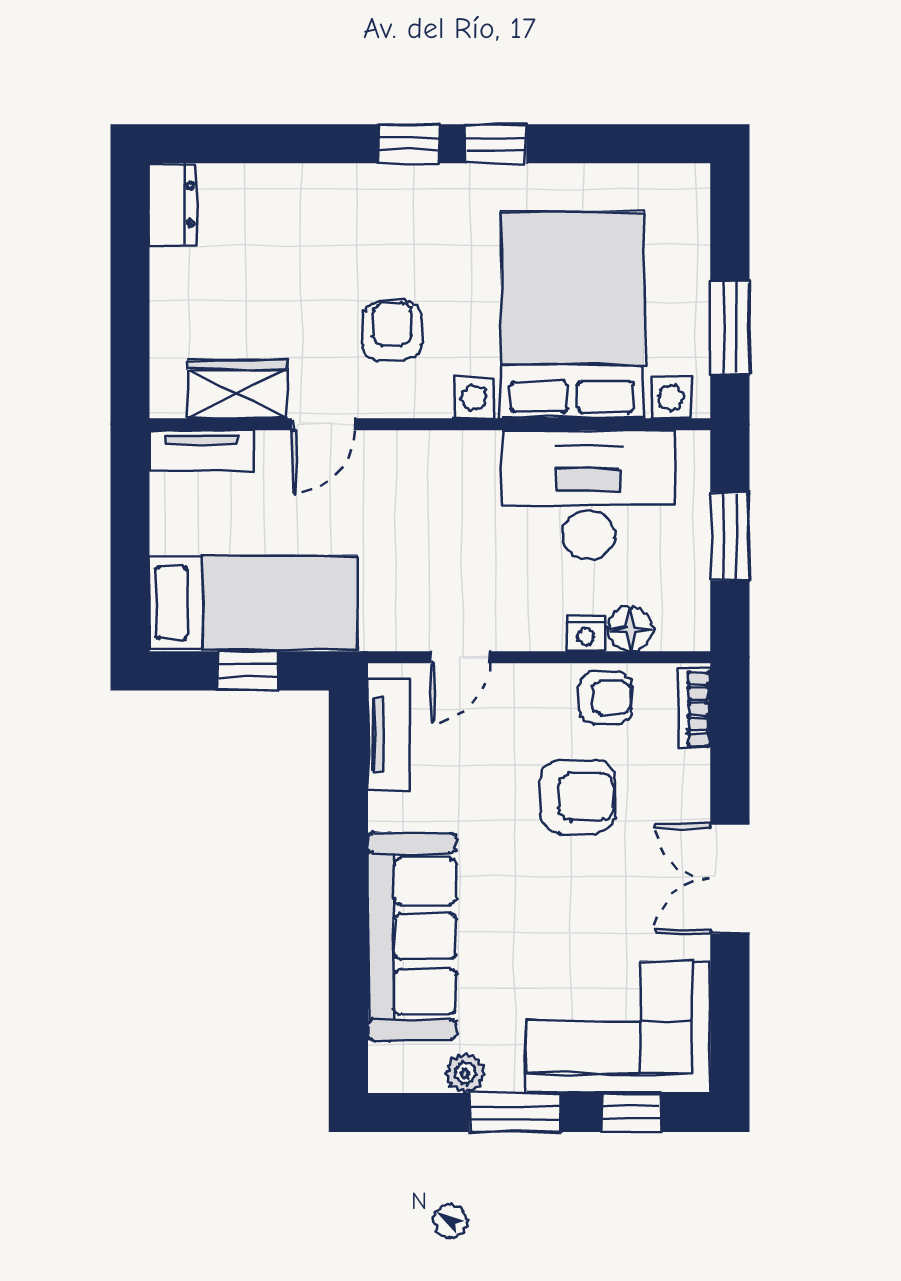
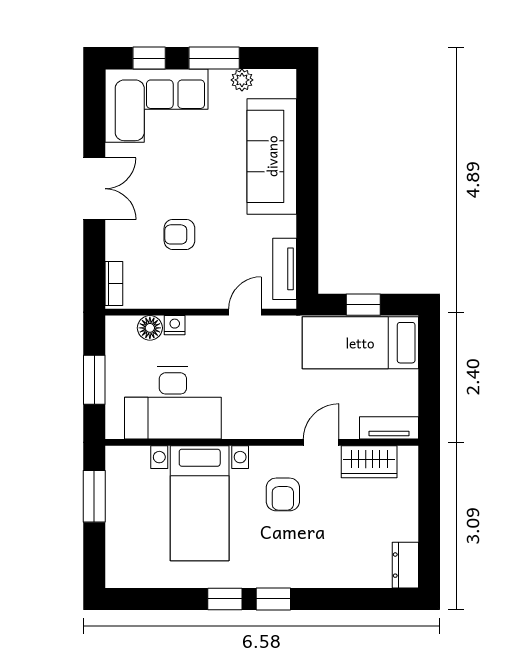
bed with nightstands: (572, 315) -> (200, 503), width x0.73
armchair: (605, 698) -> (164, 290), removed
armchair: (577, 797) -> (179, 234), width x0.72, depth x0.72

